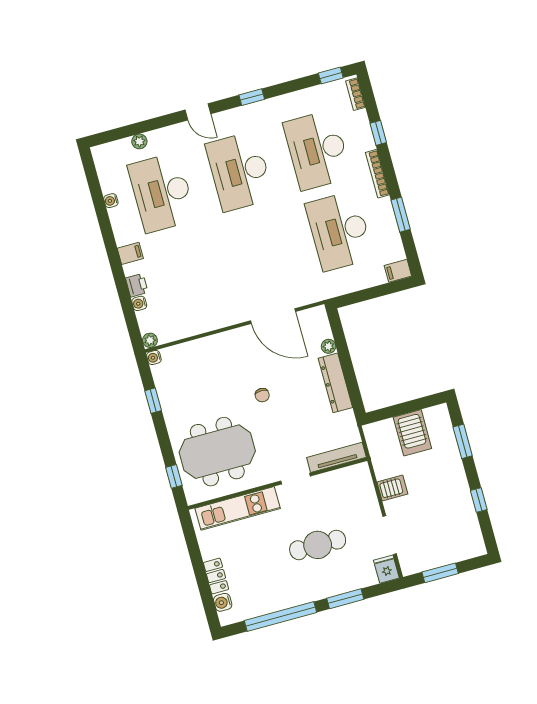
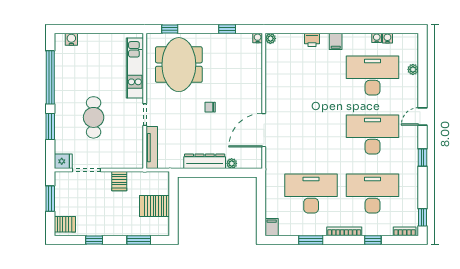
water cooler: (139, 303) -> (387, 38), moved
server rack: (469, 544) -> (65, 224), added
locker: (216, 576) -> (91, 40), removed

